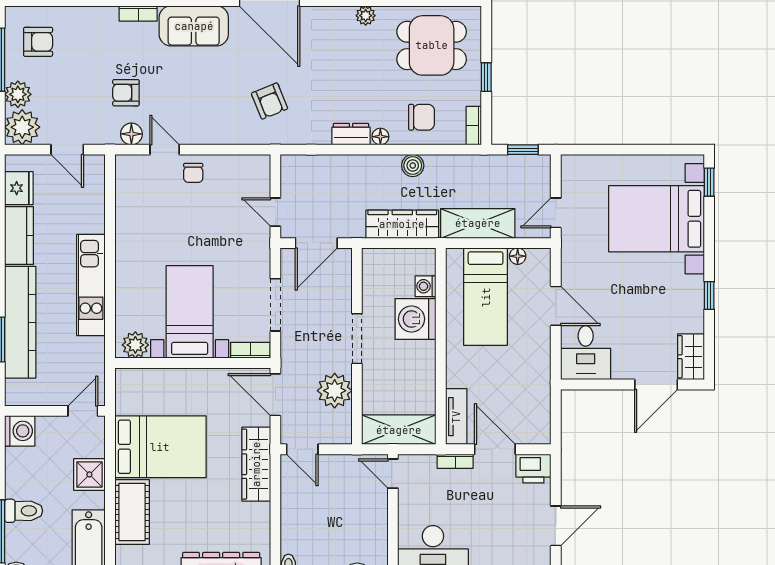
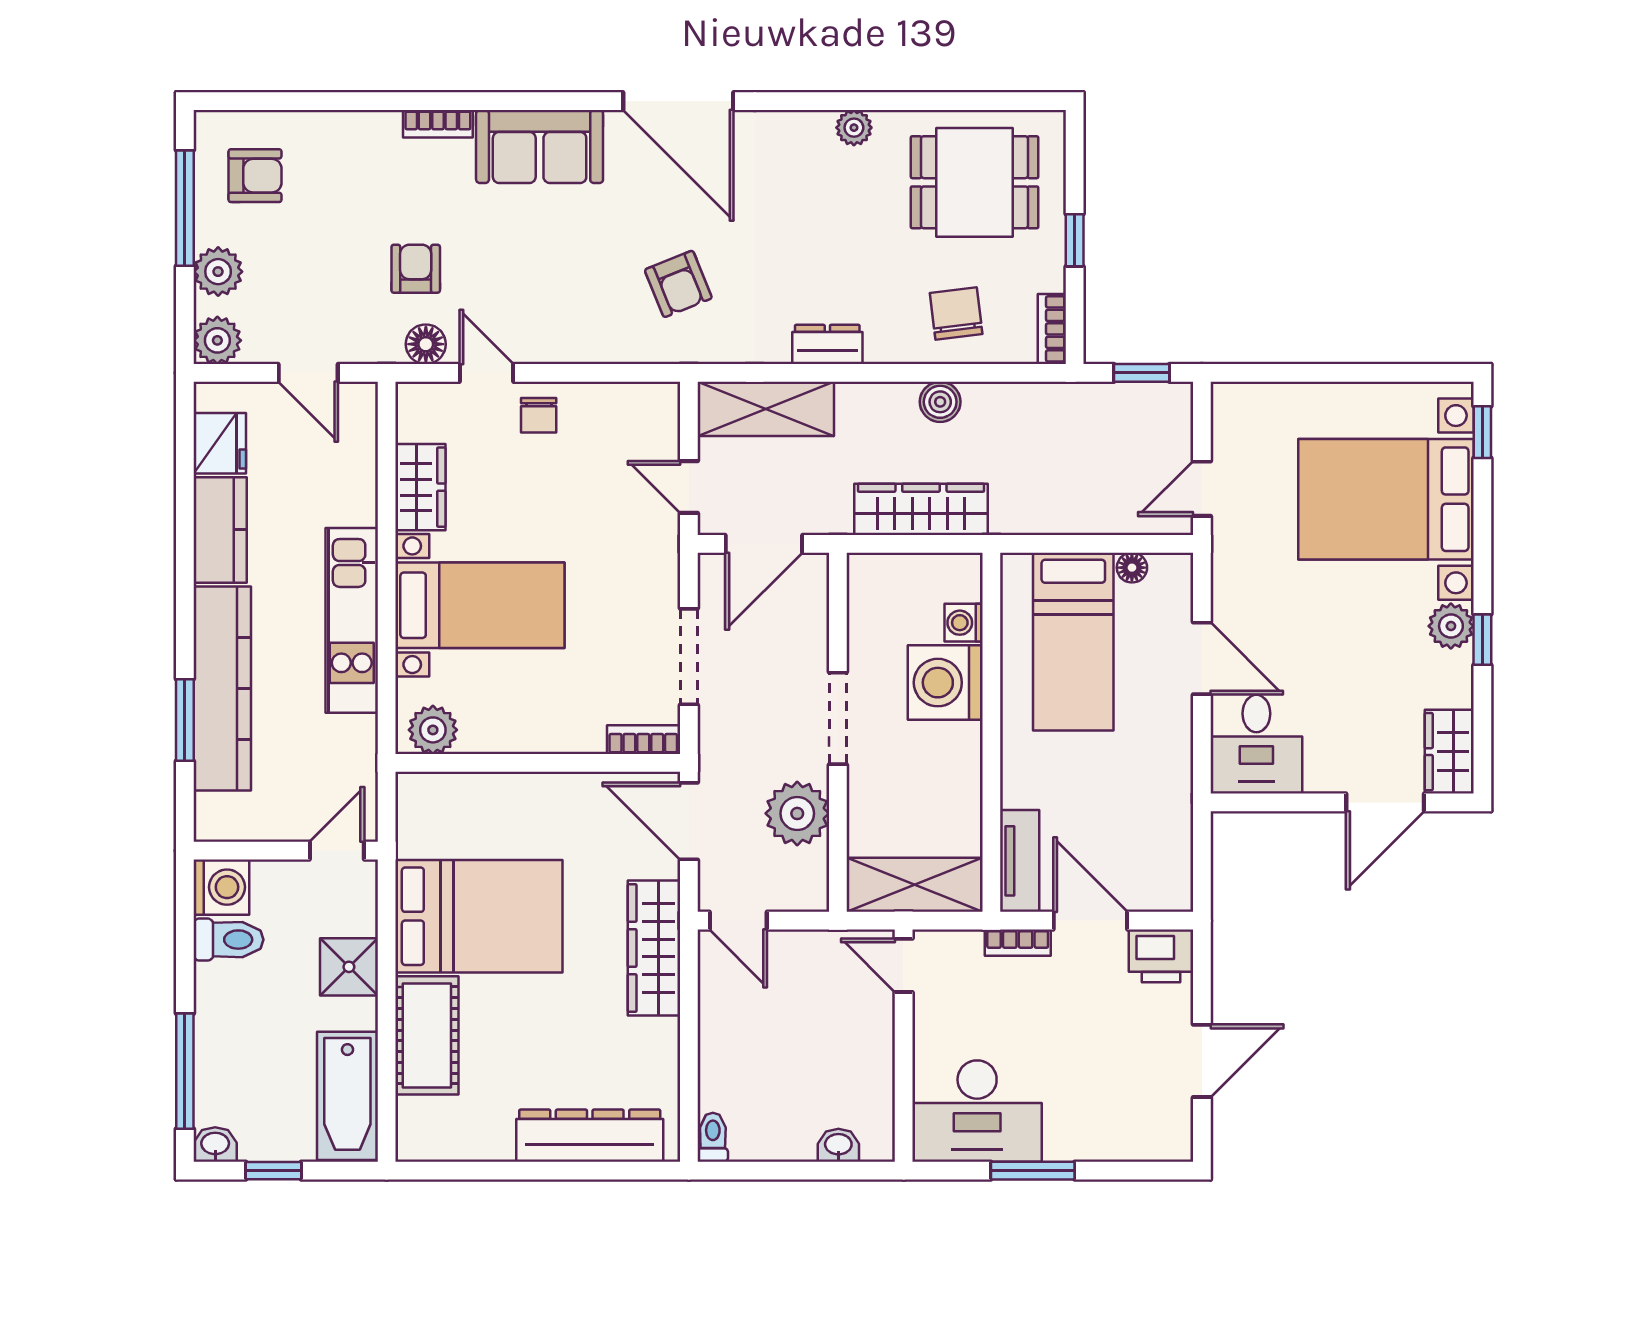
armchair: (126, 93) -> (416, 269), turned 90
chair: (421, 117) -> (956, 314), turned -97
plant: (22, 127) -> (217, 340), width x0.73, depth x0.73
floor lamp: (380, 137) -> (881, 349), removed
wardrobe: (128, 212) -> (420, 487), added
shelving: (478, 223) -> (766, 409), moved
plant: (692, 288) -> (1451, 626), added
bed with nightstands: (190, 312) -> (480, 605), moved, turned 90
toilet: (24, 511) -> (228, 940), moved

